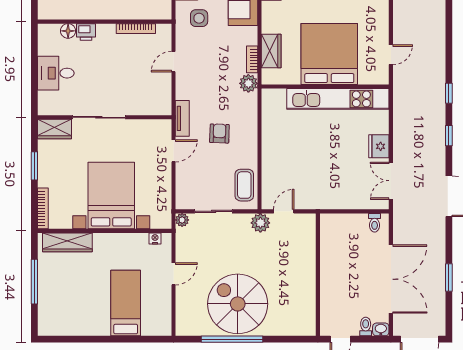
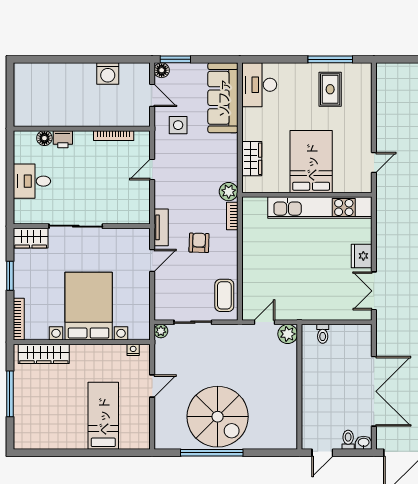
bed: (329, 54) -> (311, 162), width x0.73
bookcase: (252, 59) -> (232, 216), moved
plant: (260, 223) -> (288, 334), moved
toilet: (375, 223) -> (323, 334), moved
spiral stairs: (238, 304) -> (218, 417), turned 180

